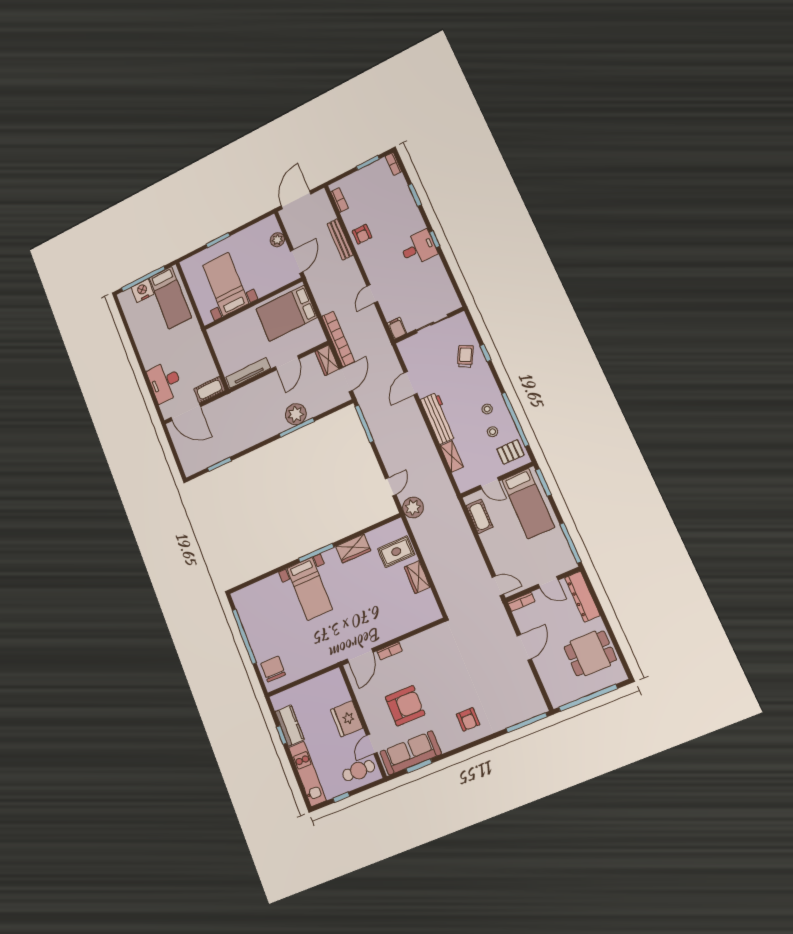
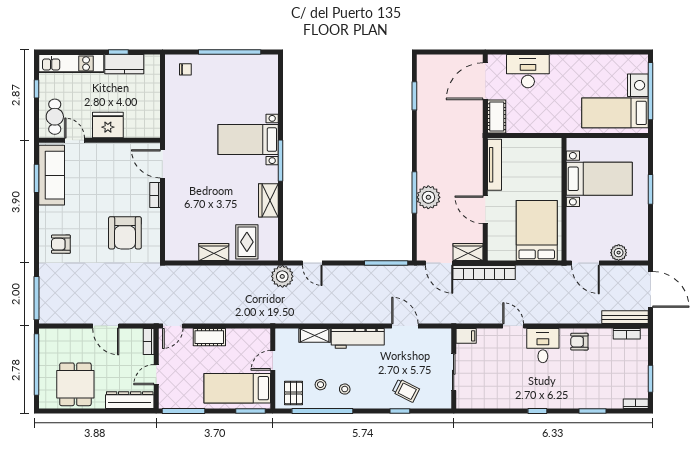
bench: (340, 239) -> (625, 317), moved
desk: (418, 248) -> (543, 346), moved, turned 180
cot: (480, 516) -> (209, 337), moved
chair: (273, 669) -> (185, 69), width x0.54, depth x0.54
armchair: (405, 706) -> (125, 233), moved

